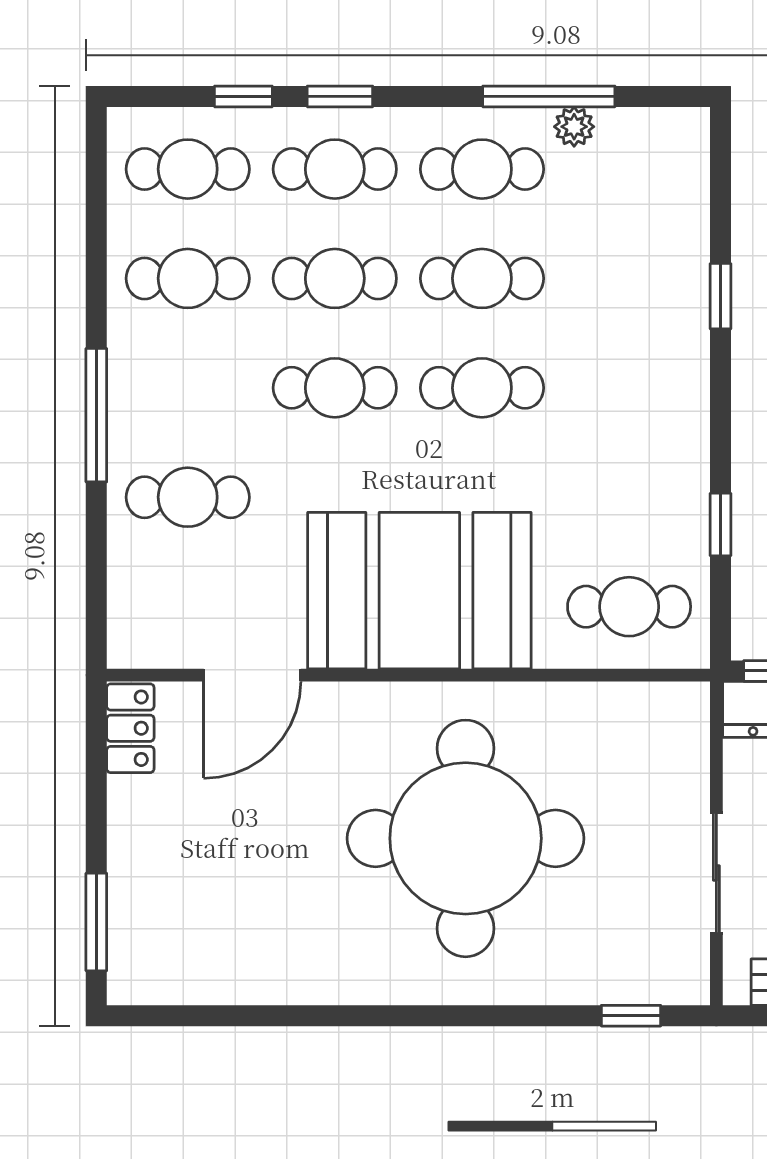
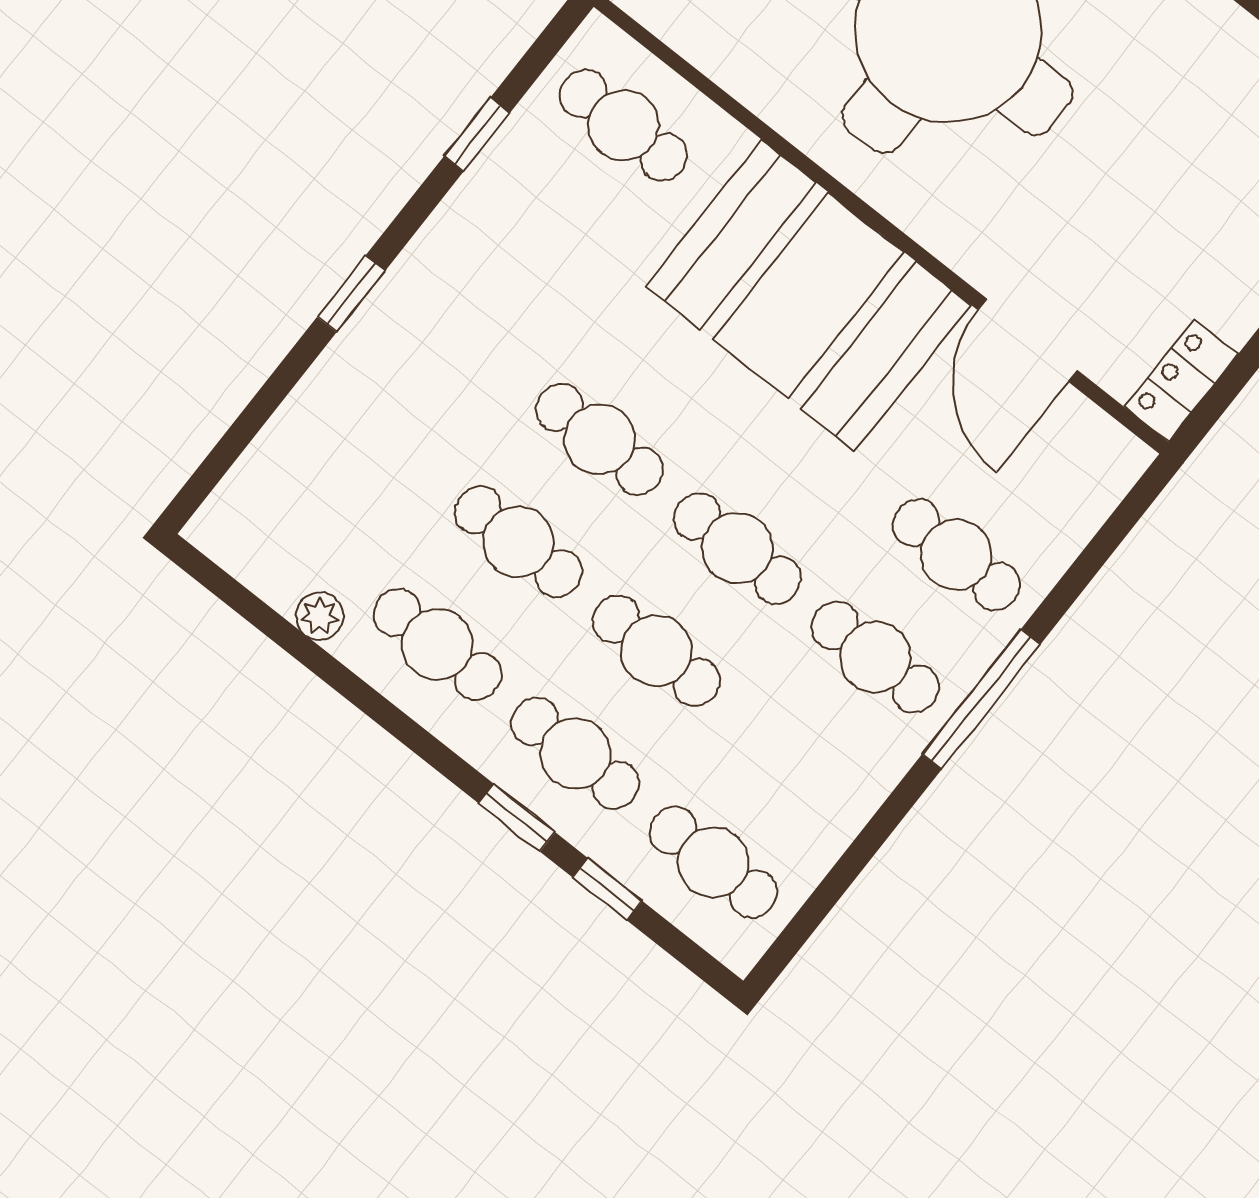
window: (549, 96) -> (321, 663), removed
cafe table: (188, 278) -> (875, 657), moved
window: (721, 296) -> (351, 294), moved
door: (252, 675) -> (1027, 340), swing flipped

